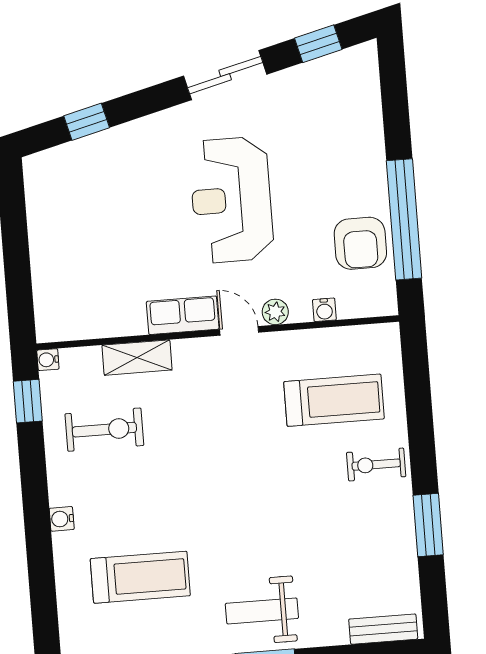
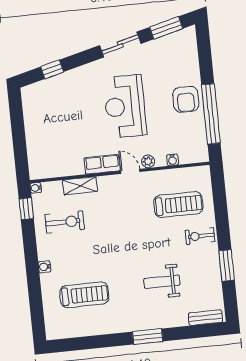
window: (318, 44) -> (166, 28), width x1.50
armchair: (360, 243) -> (186, 99), moved
weight bench: (262, 611) -> (162, 282), moved

